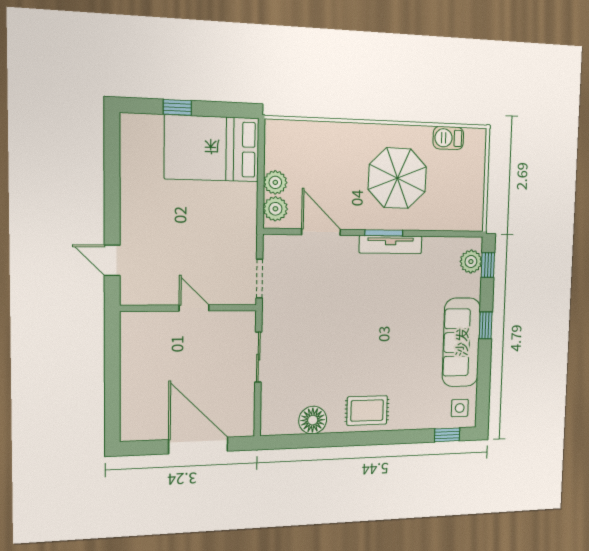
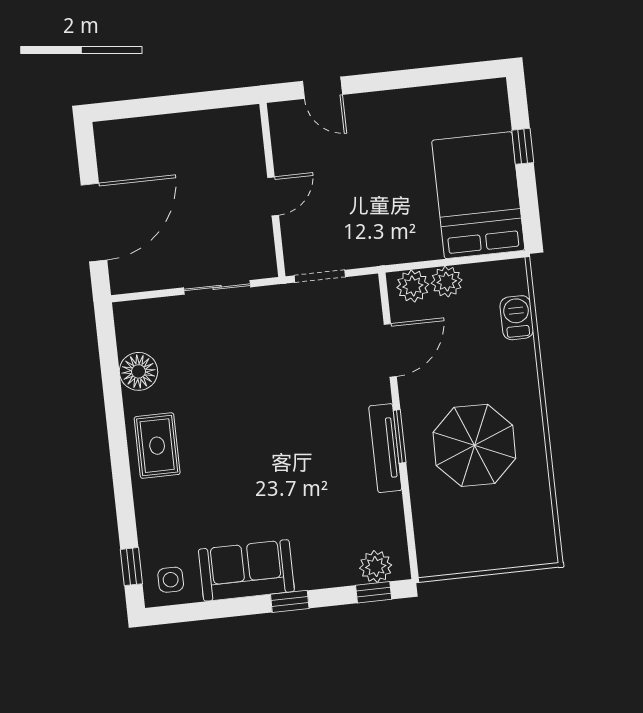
barbecue: (448, 138) -> (517, 318), moved
door: (112, 260) -> (323, 88), swing flipped
sofa: (461, 342) -> (246, 570), width x0.73

